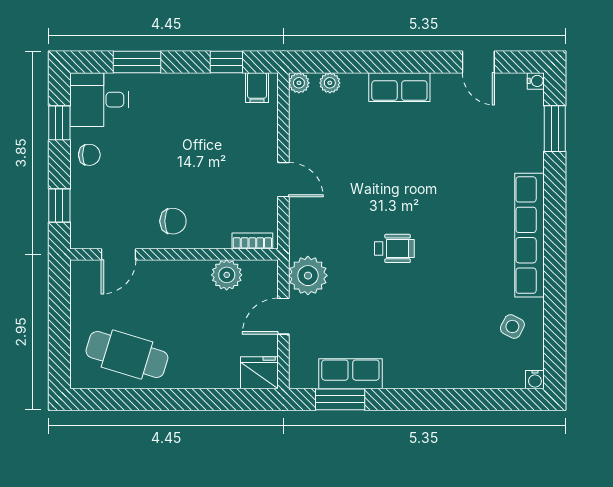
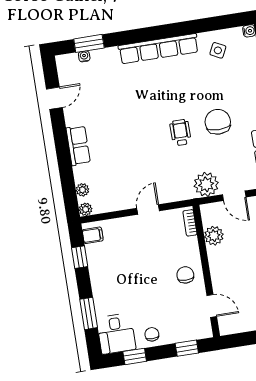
water cooler: (536, 81) -> (84, 56), moved
chair: (402, 309) -> (218, 122), added

